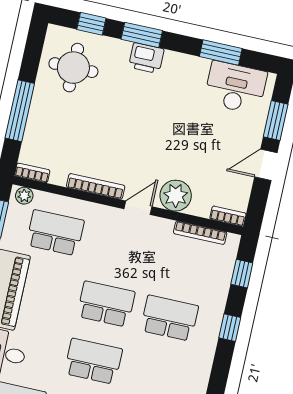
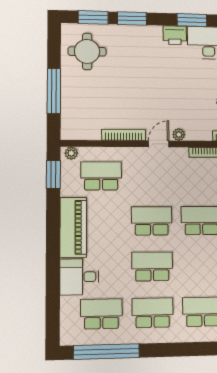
window: (91, 24) -> (93, 17), width x1.50
printer: (146, 58) -> (175, 35), moved
bookcase: (32, 173) -> (74, 135), removed
plant: (176, 196) -> (179, 135), width x0.53, depth x0.53

